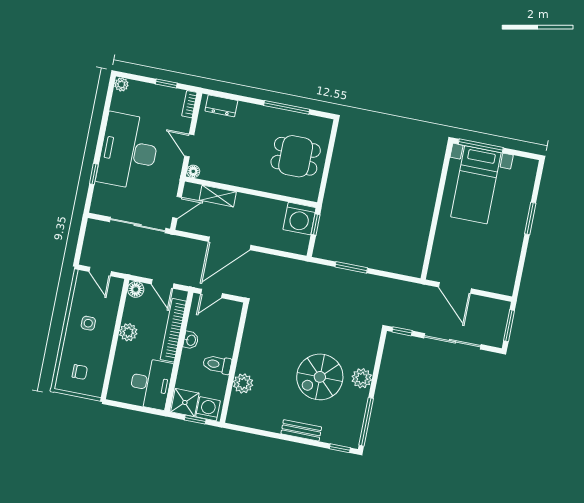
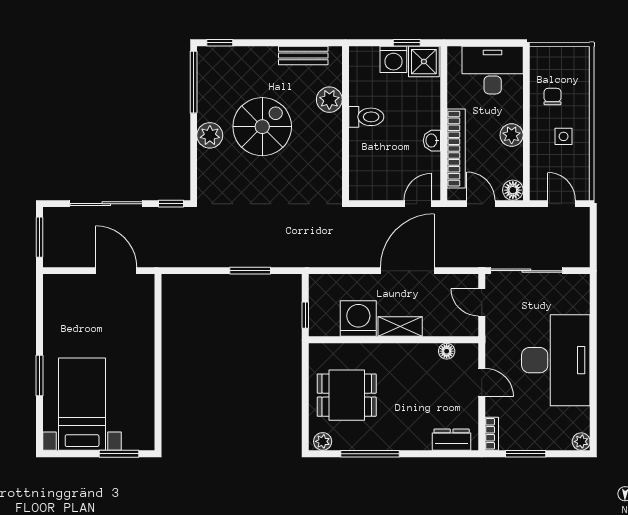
window: (166, 84) -> (526, 454), width x1.50
plant: (321, 124) -> (323, 441), added
window: (481, 146) -> (119, 454), width x0.69
floor lamp: (193, 171) -> (447, 351), moved
window: (94, 174) -> (593, 323), removed
bed with nightstands: (476, 185) -> (82, 404), moved
shelving: (218, 196) -> (400, 327), moved
door: (177, 207) -> (482, 302), hinge flipped
washing machine: (300, 219) -> (358, 319), moved
wall: (234, 363) -> (345, 123), moved
toilet: (217, 364) -> (366, 117), moved
chair: (80, 372) -> (552, 97), moved, turned 90
plant: (243, 383) -> (329, 100), moved
desk: (151, 384) -> (493, 70), moved, turned 90
bench: (301, 430) -> (303, 56), moved

